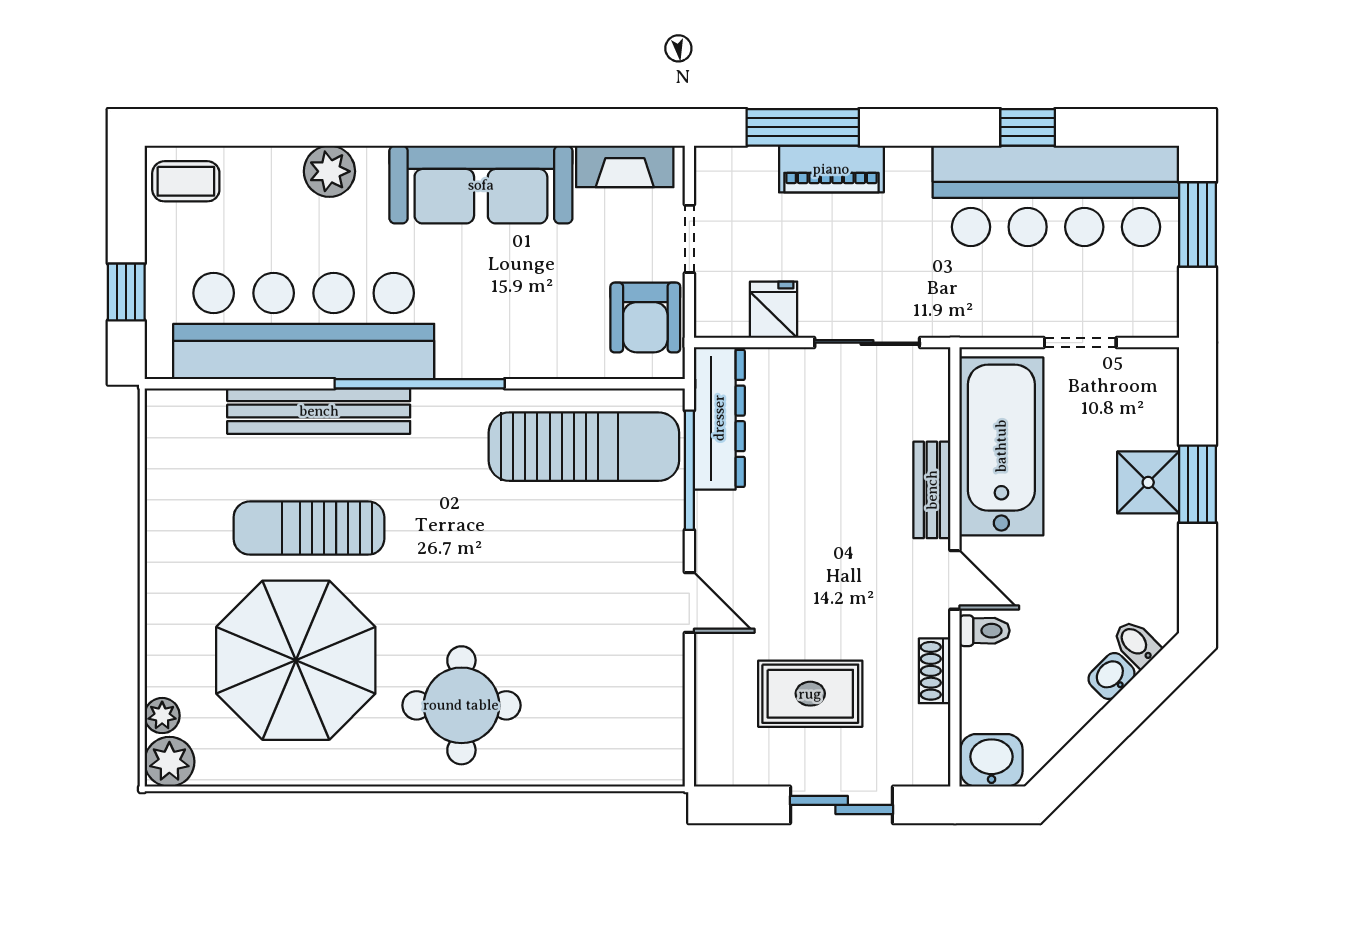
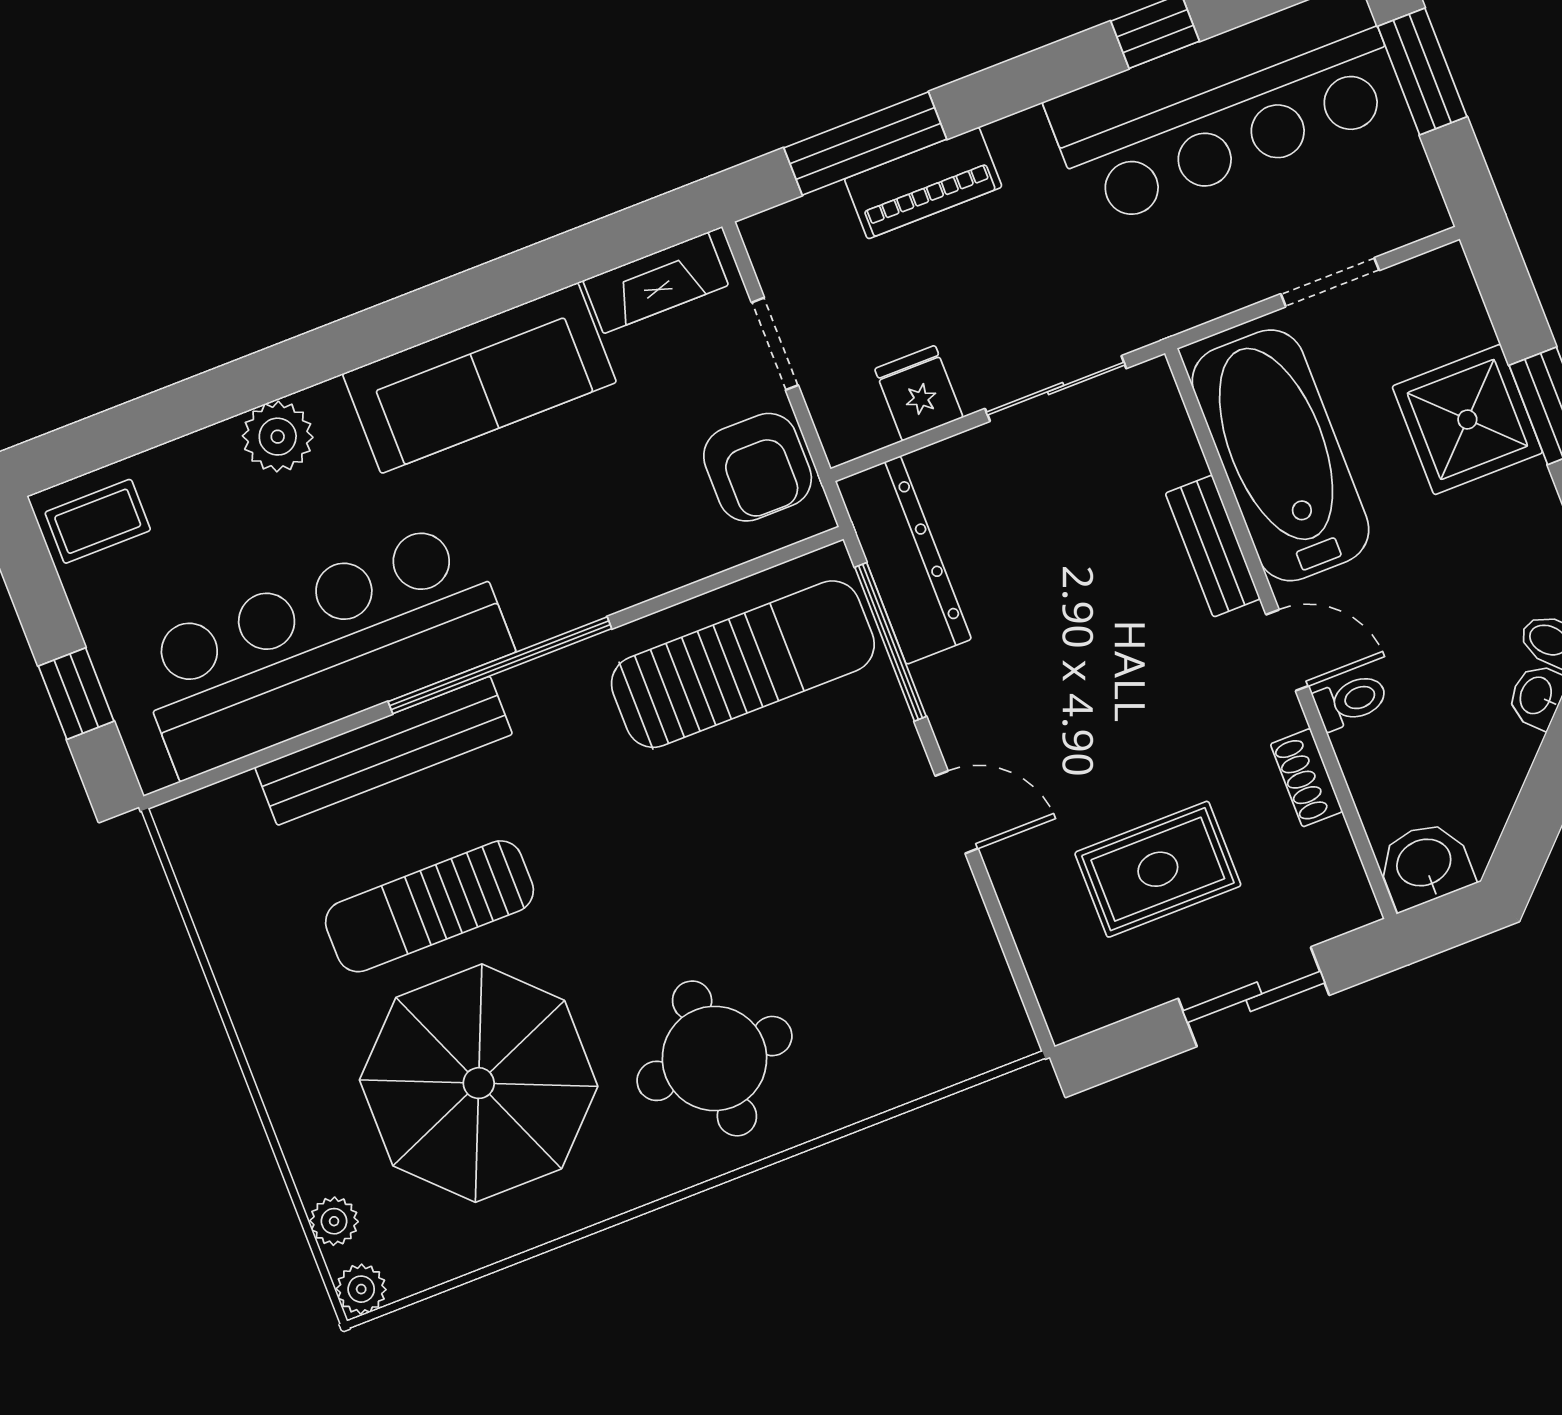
shower: (1148, 482) -> (1467, 419), width x1.36, depth x1.36
plant: (169, 762) -> (361, 1289), width x0.73, depth x0.73

